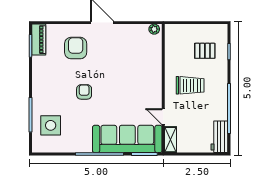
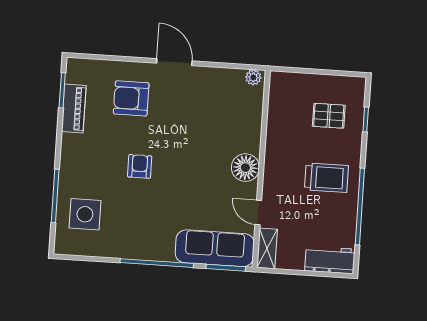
piano: (39, 40) -> (74, 109), moved
armchair: (76, 48) -> (131, 98), turned -90
trolley: (190, 85) -> (327, 178), moved
floor lamp: (153, 88) -> (245, 168), added
workbench: (219, 137) -> (330, 260), moved, turned 90
sofa: (127, 139) -> (215, 248), width x0.74, depth x0.79

